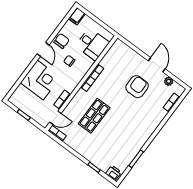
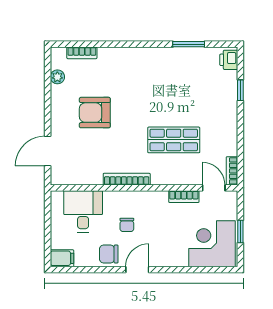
door: (157, 65) -> (48, 151), moved
corner desk: (40, 80) -> (212, 244), moved

